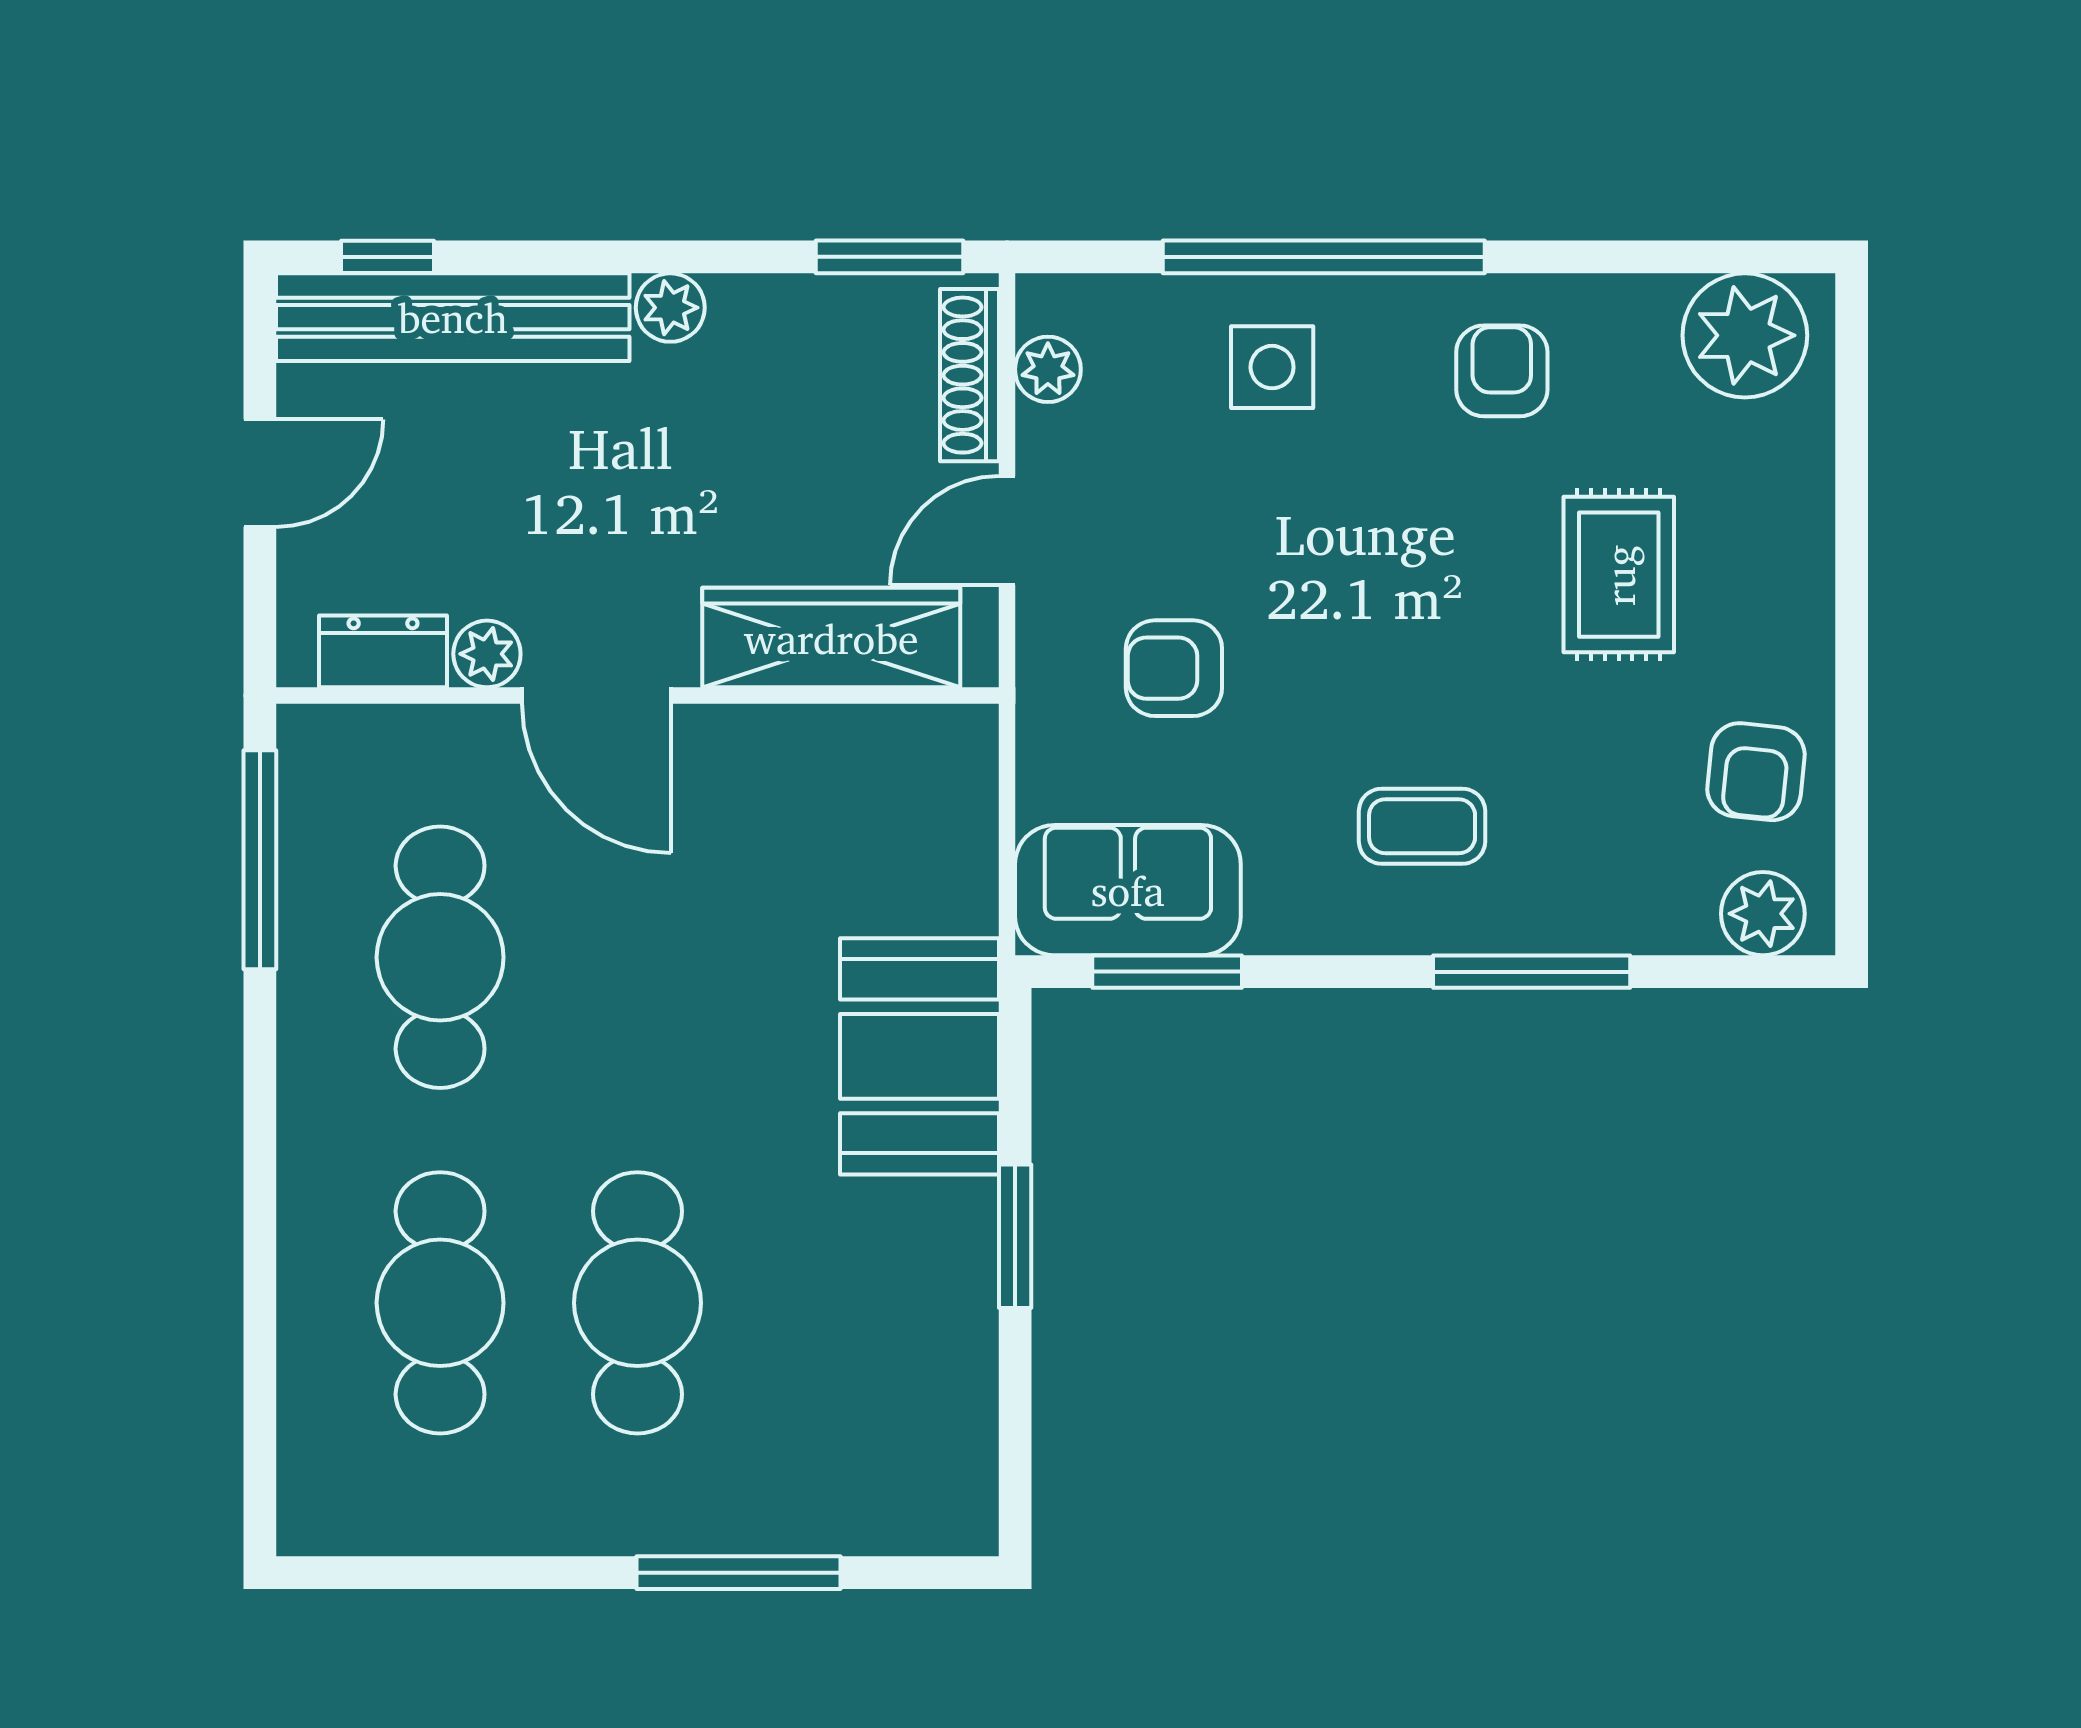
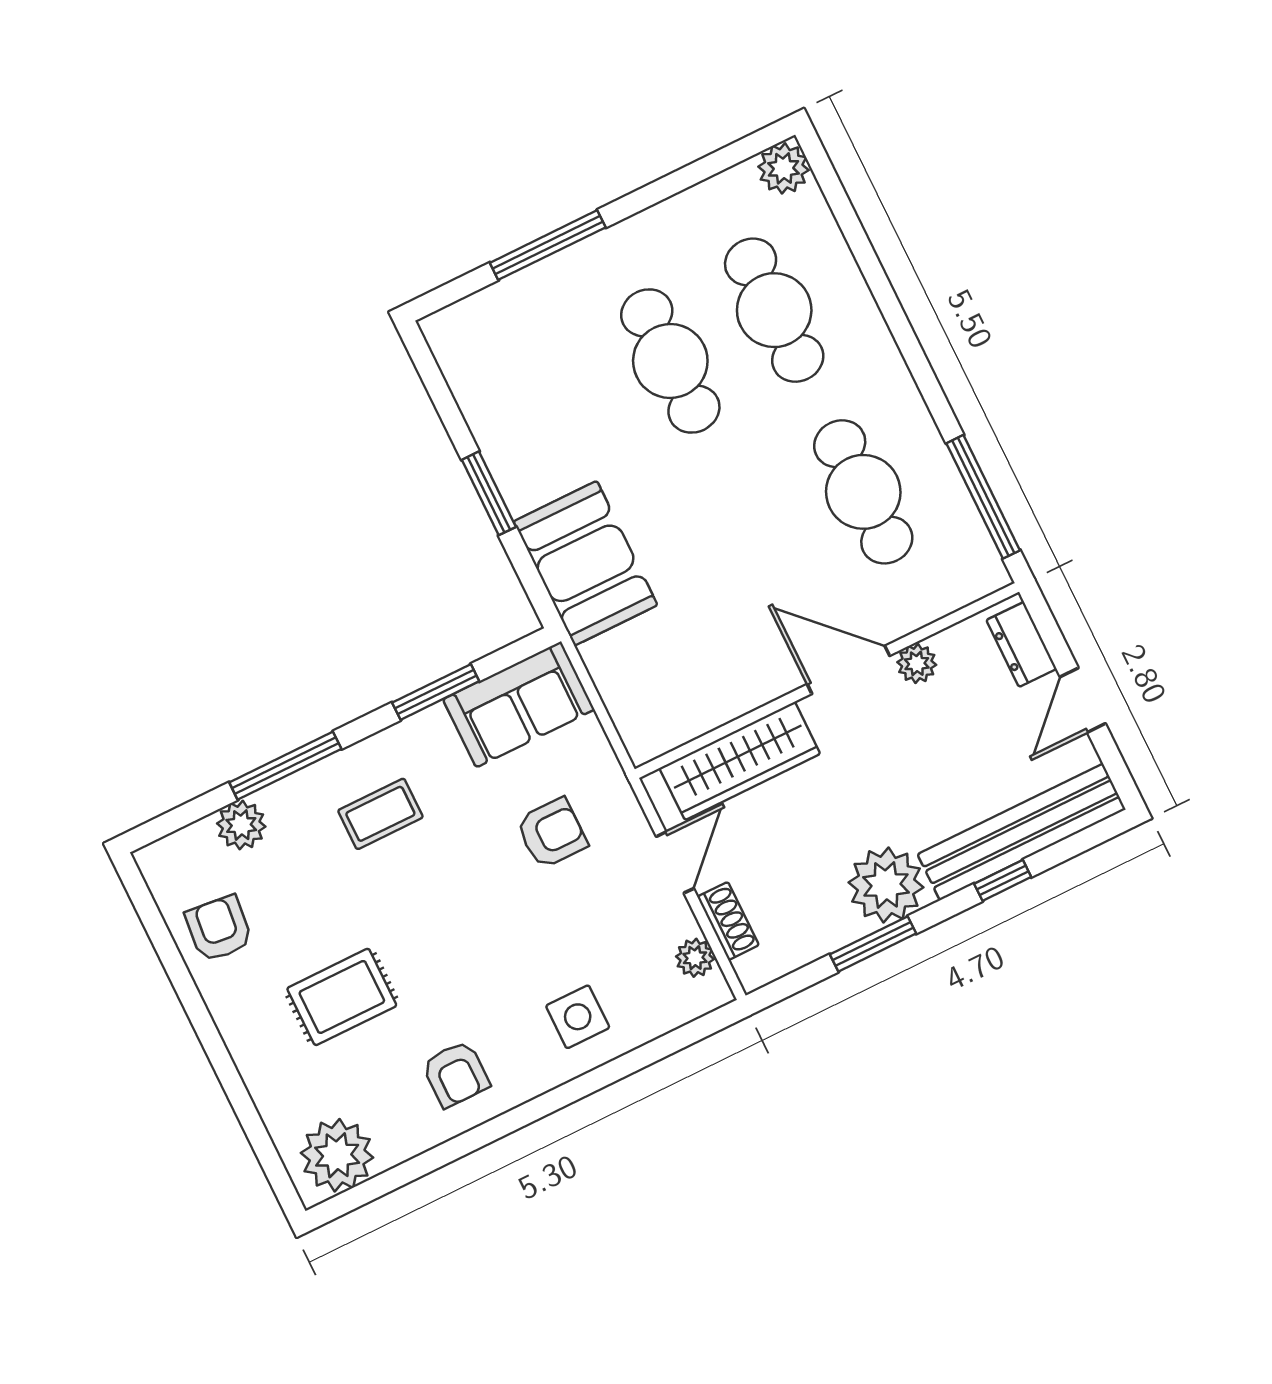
window: (388, 257) -> (1003, 880), moved
window: (890, 257) -> (873, 944), moved
window: (1324, 257) -> (579, 1088), removed
plant: (670, 308) -> (886, 885), width x1.88, depth x1.88
shoe rack: (970, 375) -> (728, 921), width x0.70
rug: (1619, 575) -> (342, 997), turned 90
dresser: (383, 651) -> (1021, 644), moved, turned 90
plant: (1763, 914) -> (241, 825), moved
window: (1167, 972) -> (436, 692), moved
plant: (319, 1513) -> (783, 168), added

